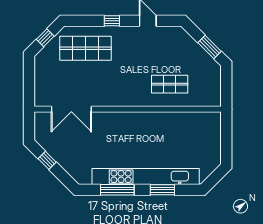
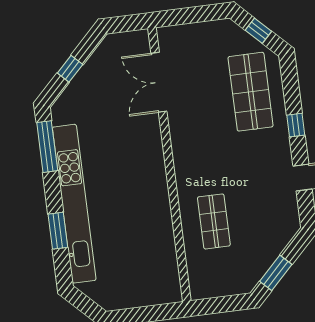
window: (47, 160) -> (70, 69), moved
window: (117, 190) -> (47, 147), moved

